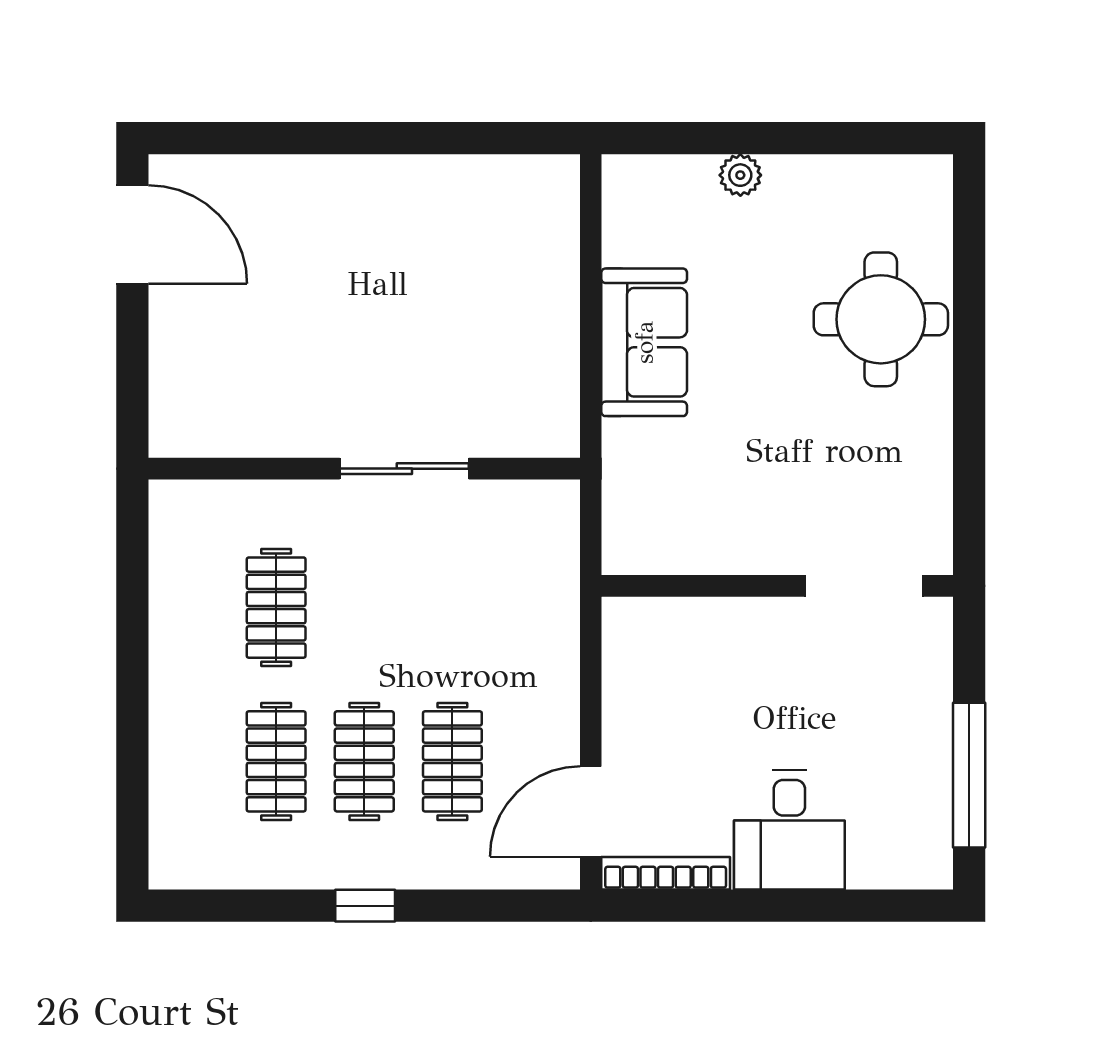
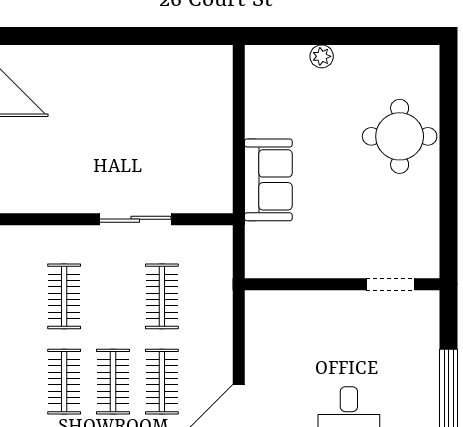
sofa: (644, 342) -> (268, 180), moved
doorway: (864, 586) -> (390, 284), width x0.73
clothes rail: (452, 608) -> (162, 296), added

